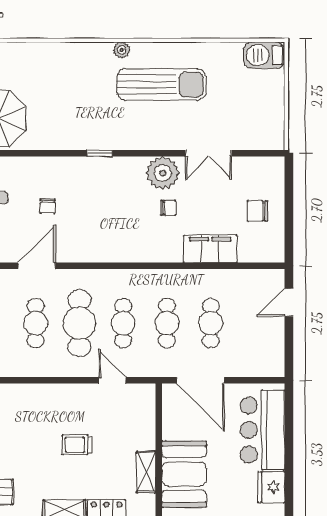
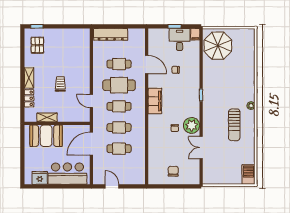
sun lounger: (161, 85) -> (234, 125), width x0.73, depth x0.75
filing cabinet: (210, 249) -> (155, 101), moved
door: (289, 302) -> (112, 186), moved
door: (112, 380) -> (91, 101), swing flipped

